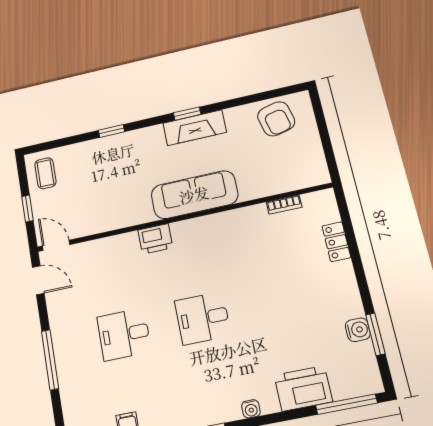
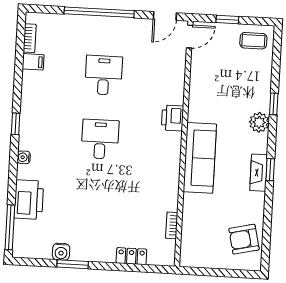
fireplace: (195, 128) -> (259, 173), width x0.73, depth x0.76
plant: (136, 141) -> (259, 122), added
window: (375, 334) -> (73, 264), moved
window: (50, 360) -> (99, 12), width x1.46

